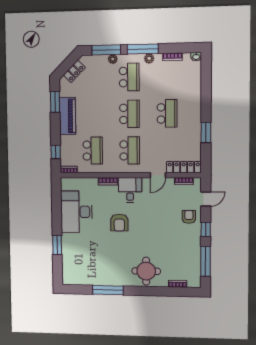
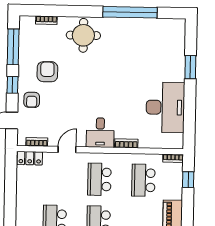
window: (206, 133) -> (10, 198), removed
locker: (184, 167) -> (30, 158), width x0.66
armchair: (119, 223) -> (47, 72), moved
window: (108, 290) -> (130, 12), width x1.46

